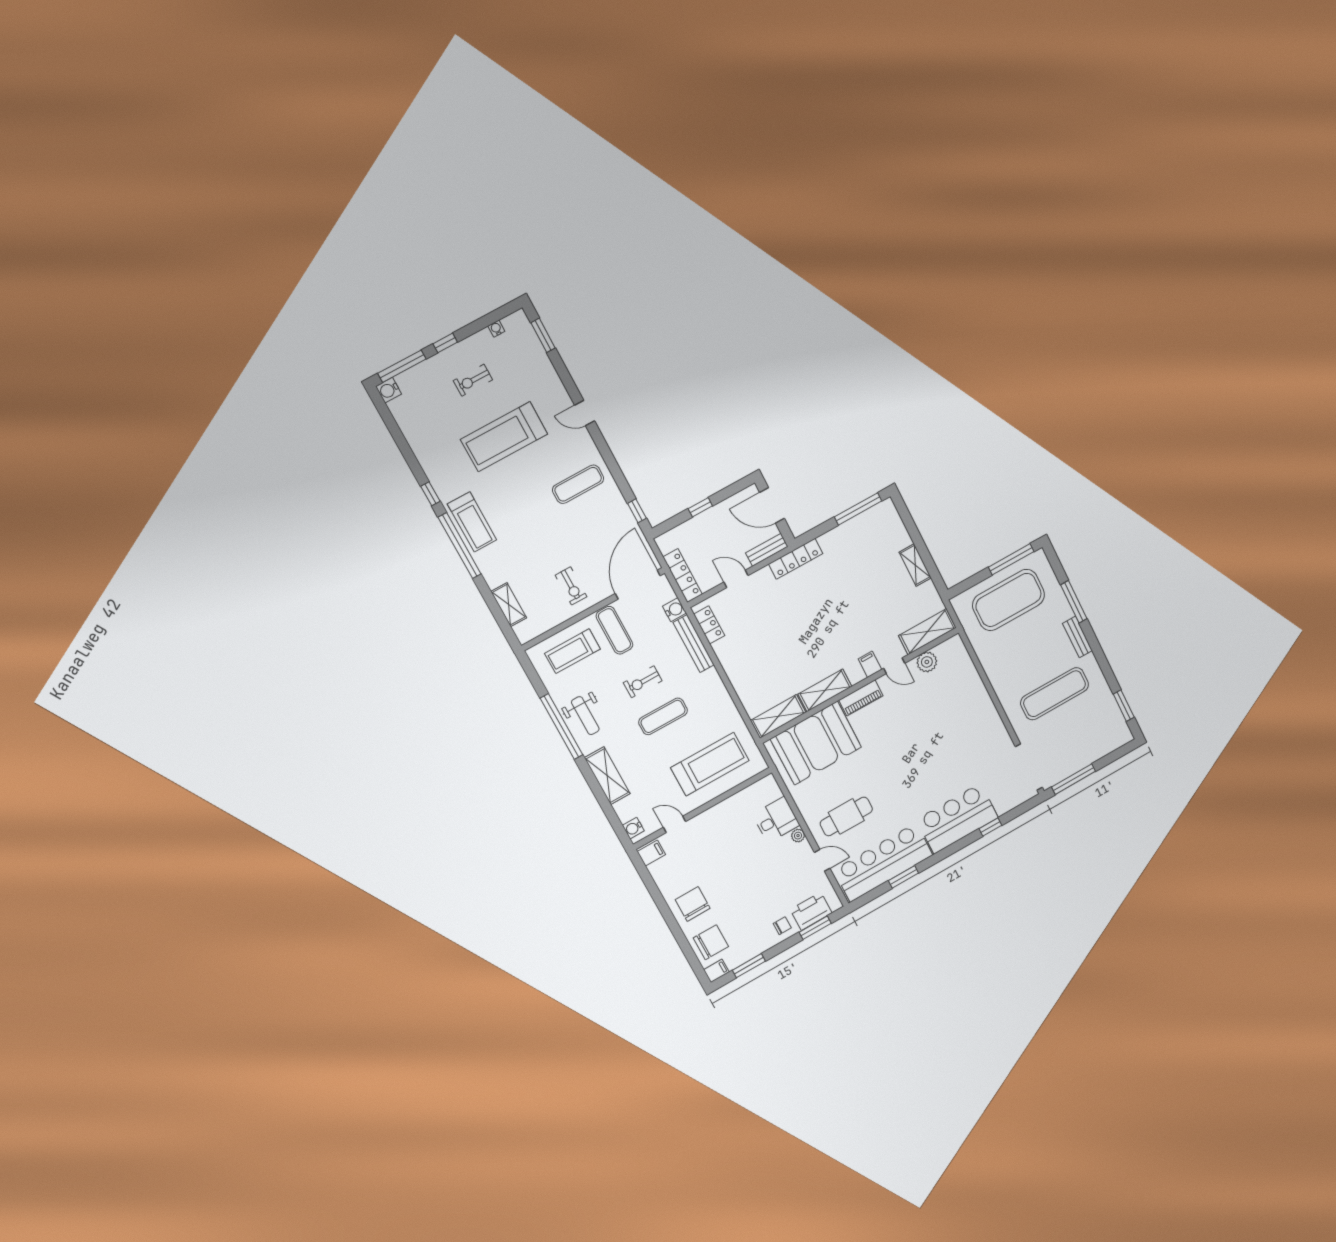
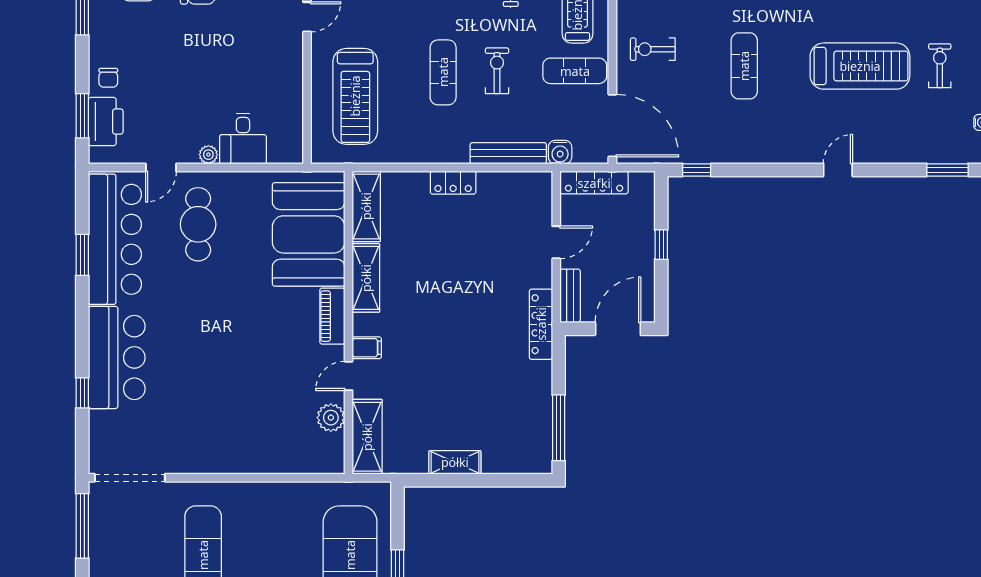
treadmill: (504, 437) -> (860, 66), turned 90
exercise mat: (578, 484) -> (744, 66), moved
locker: (709, 625) -> (453, 183), moved

